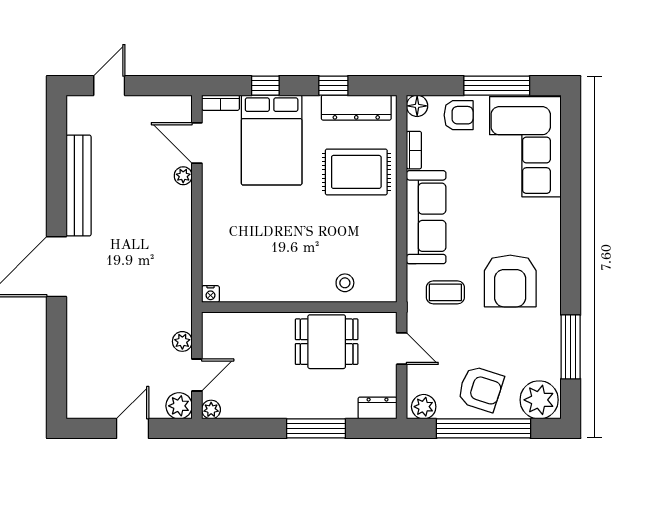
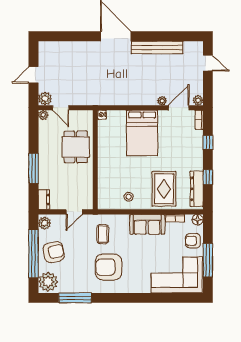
armchair: (459, 115) -> (193, 241), turned 90
bed: (272, 140) -> (142, 133), moved, turned -90
sofa: (426, 217) -> (147, 224), width x0.73
stool: (345, 283) -> (129, 197), moved
plant: (182, 341) -> (198, 100), moved
dining table: (327, 342) -> (76, 147), moved
armchair: (481, 389) -> (54, 252), turned -120
door: (133, 428) -> (33, 75), swing flipped

